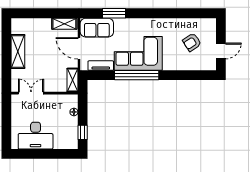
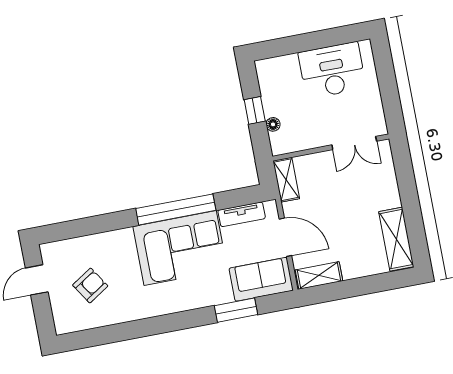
shelving: (18, 51) -> (396, 239), moved
window: (83, 132) -> (255, 110), moved

